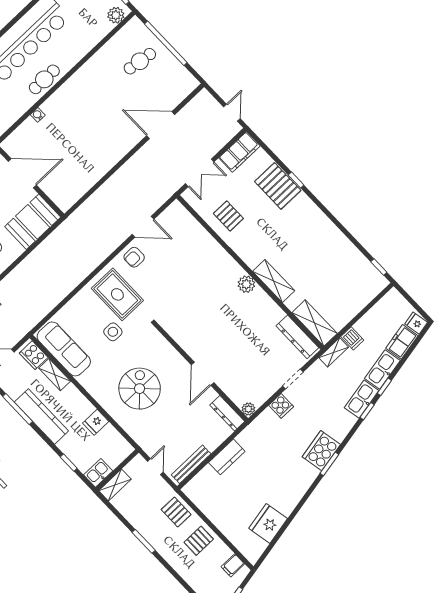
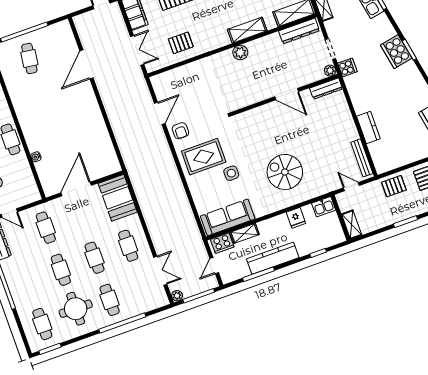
wall: (201, 372) -> (285, 95), moved
door: (203, 374) -> (287, 94), moved
plant: (248, 409) -> (330, 71), moved
dresser: (227, 413) -> (326, 89), moved
kitchen sink: (98, 473) -> (324, 207), moved, turned -90

